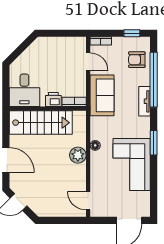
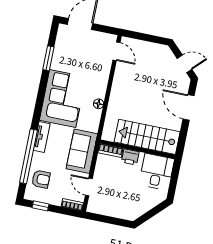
window: (154, 143) -> (48, 58), moved
plant: (78, 155) -> (117, 98), removed
corner sofa: (132, 164) -> (63, 99), moved

